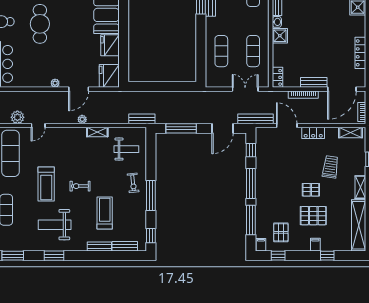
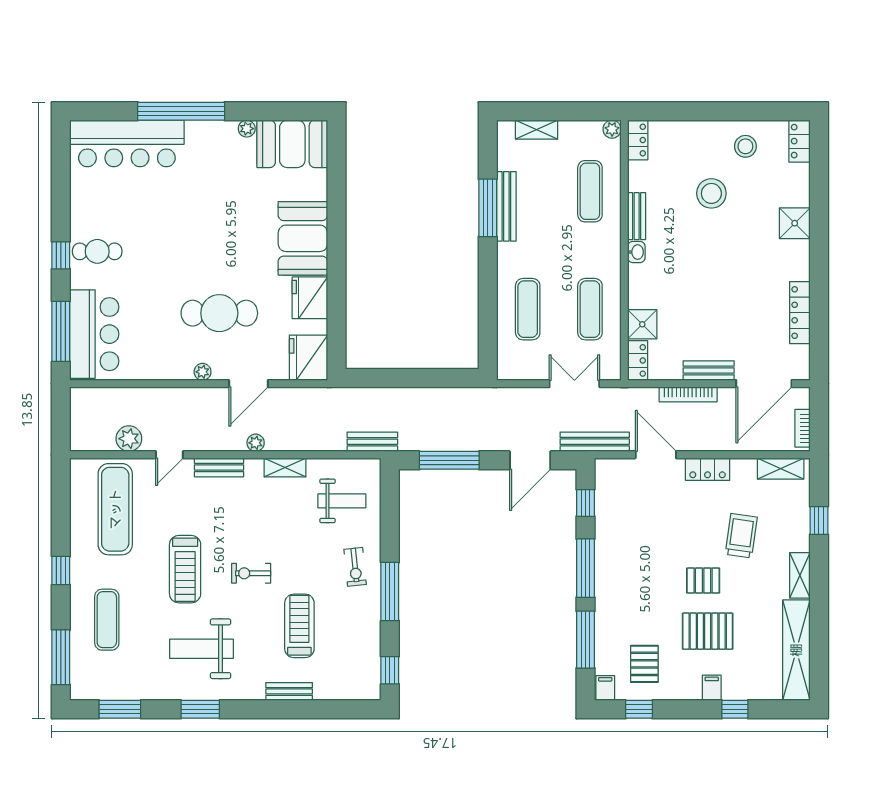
cafe table: (40, 24) -> (219, 313), moved, turned 90
shower: (280, 36) -> (642, 324), moved
bench: (125, 246) -> (219, 467), moved

